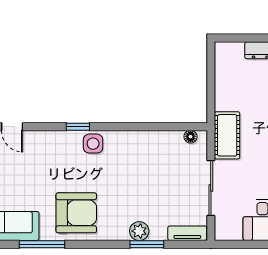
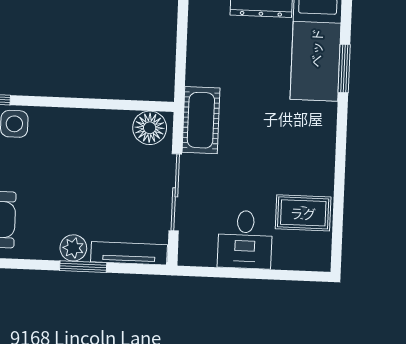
floor lamp: (190, 137) -> (150, 128), width x1.89, depth x1.89
tv unit: (187, 233) -> (129, 253), width x1.41

